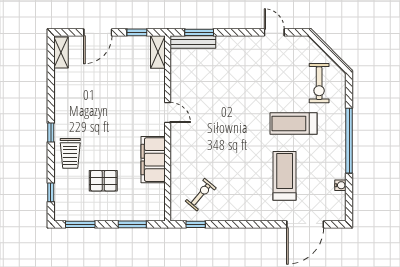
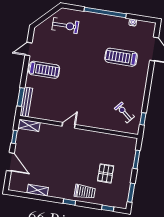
shelving: (61, 53) -> (38, 190), moved
treadmill: (294, 124) -> (44, 70), moved, turned -90
filing cabinet: (153, 160) -> (97, 139), removed

